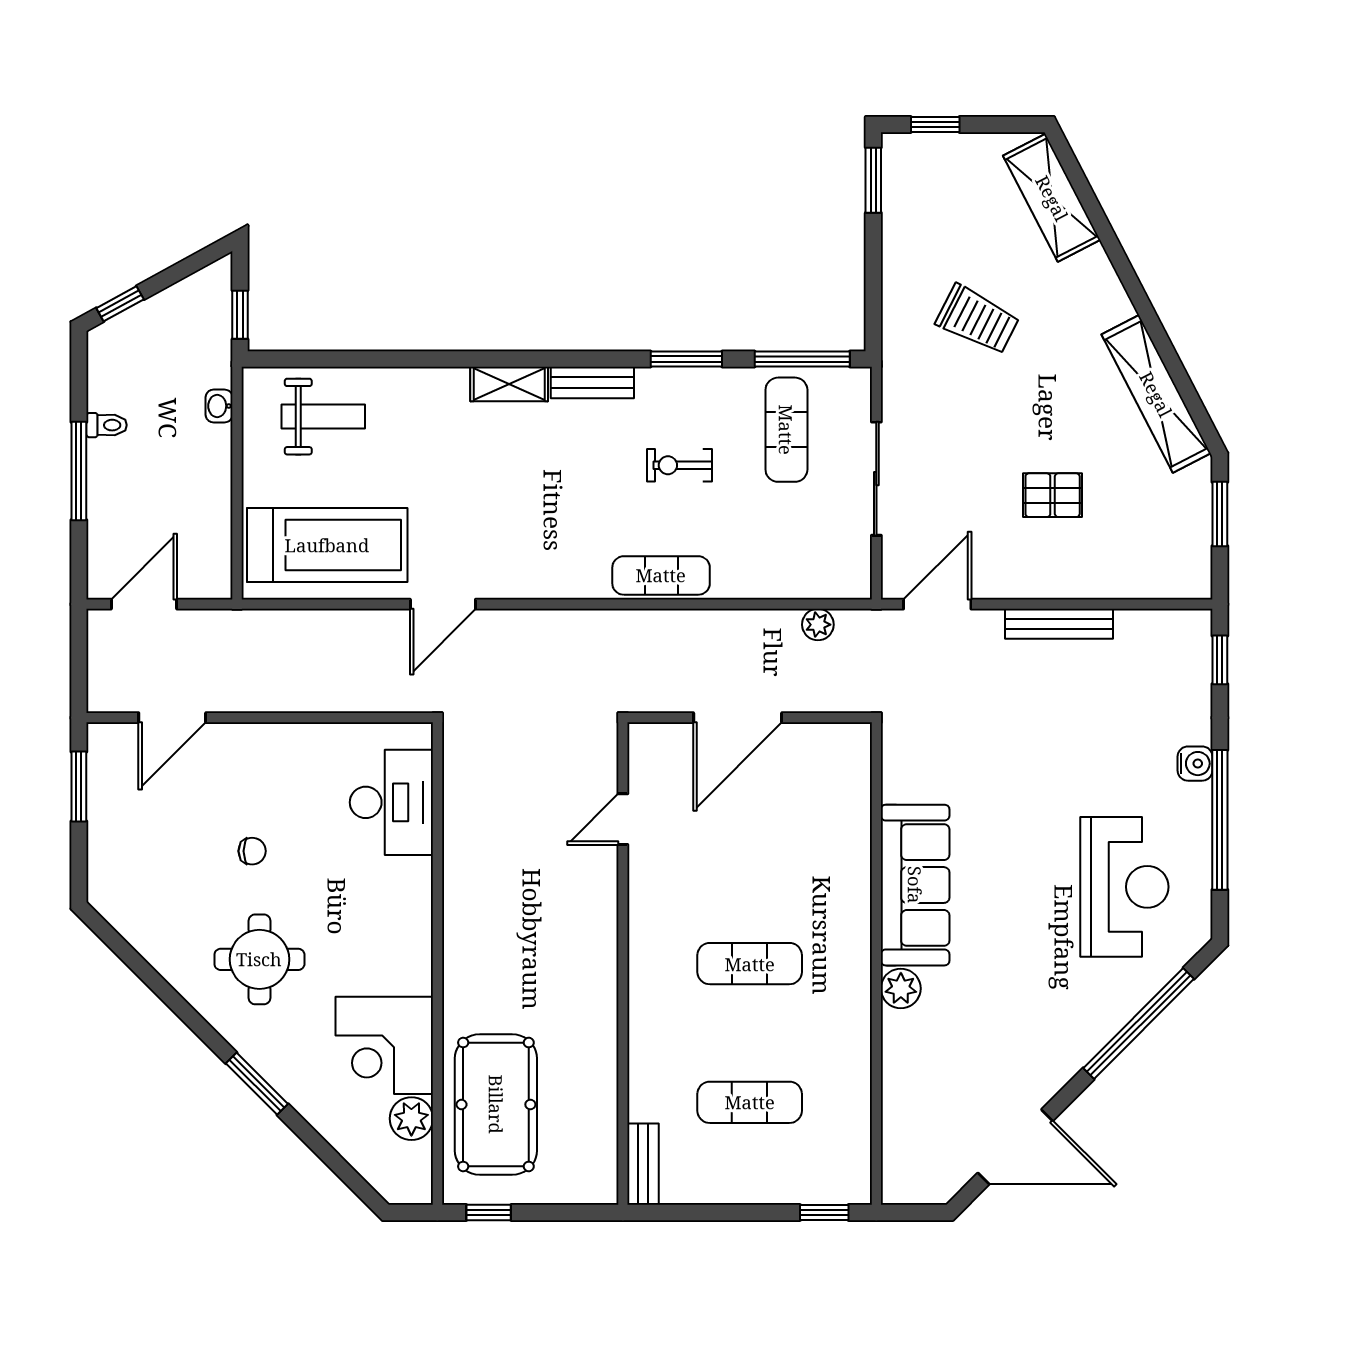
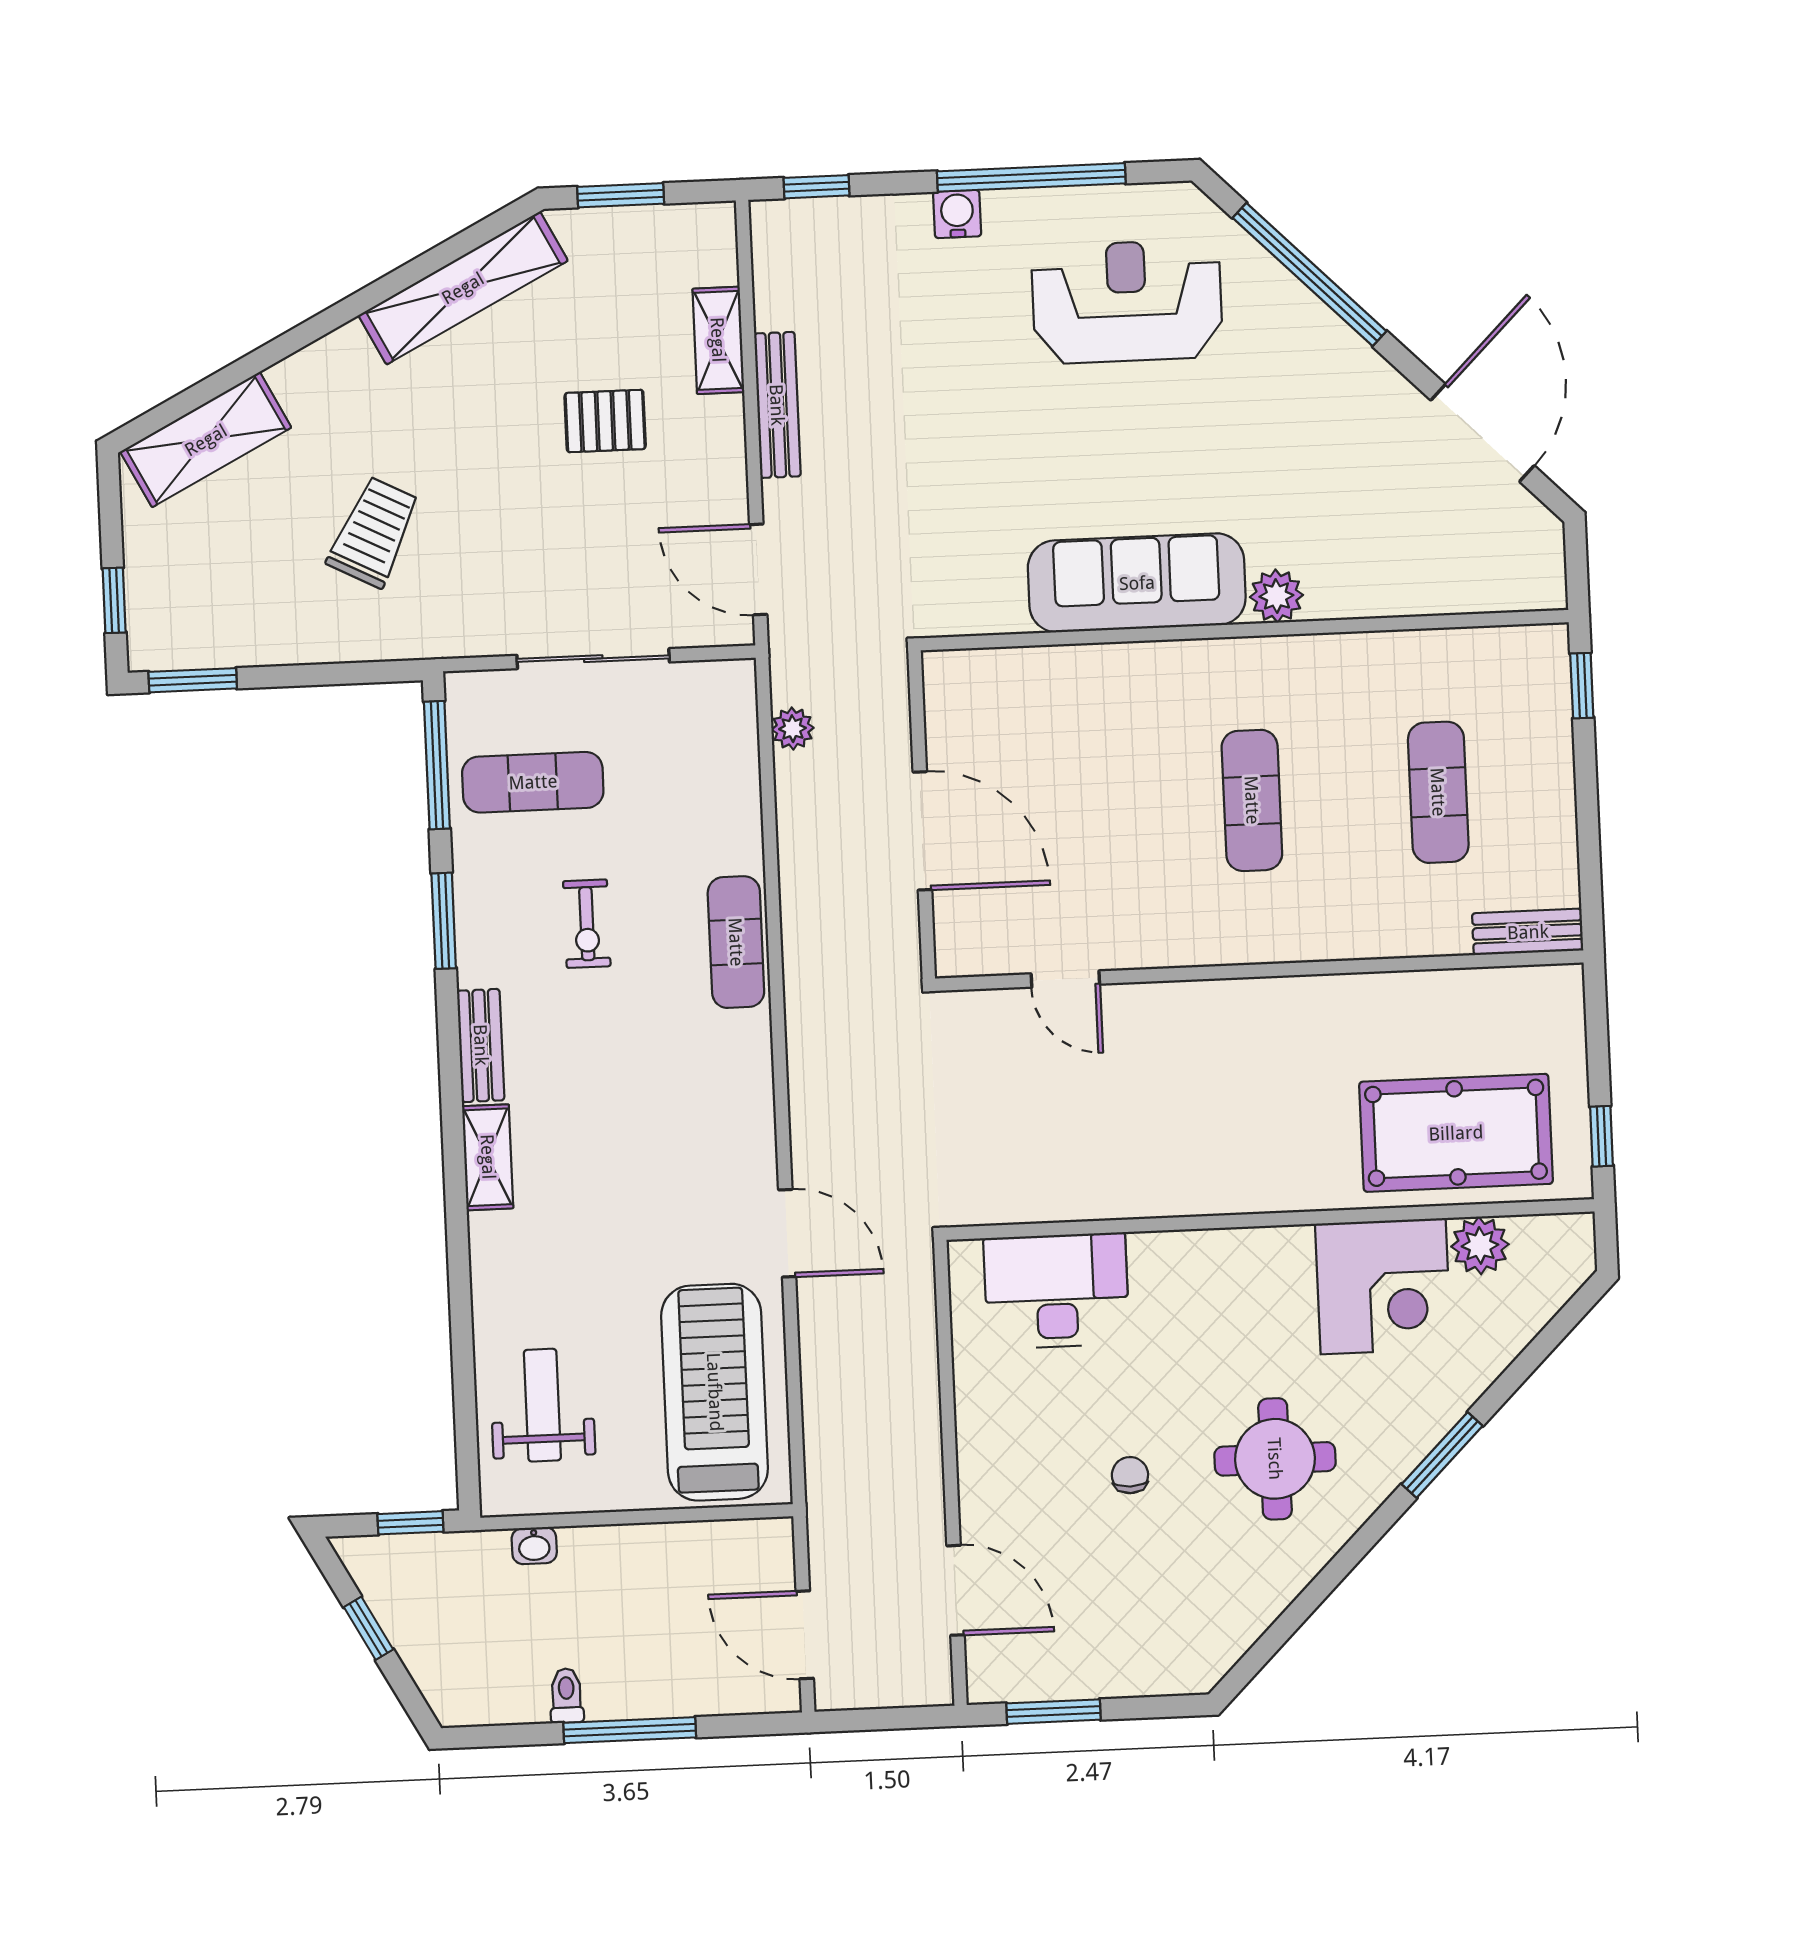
window: (120, 304) -> (369, 1628), moved
pallet: (1053, 495) -> (605, 421), turned 90
shelving: (1109, 582) -> (718, 340), added

